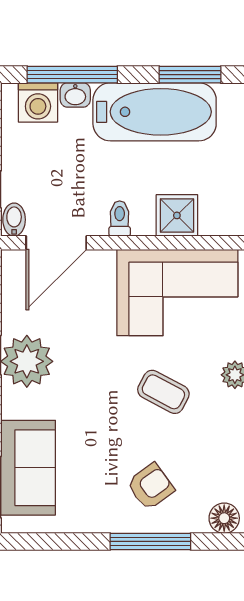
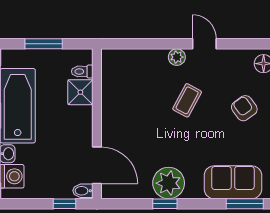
toilet: (120, 219) -> (82, 71), moved
corner sofa: (177, 292) -> (127, 92), removed

